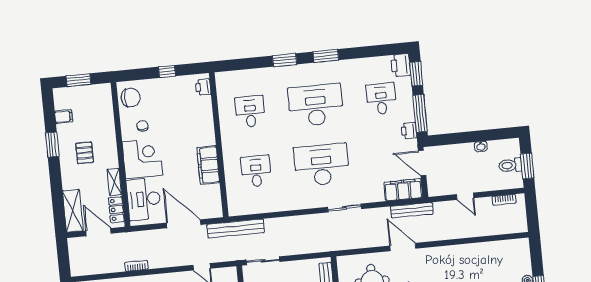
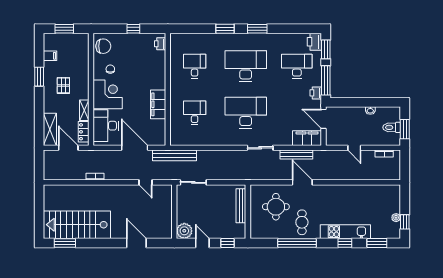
desk: (381, 99) -> (297, 66), width x1.37
bench: (412, 210) -> (296, 155), moved

